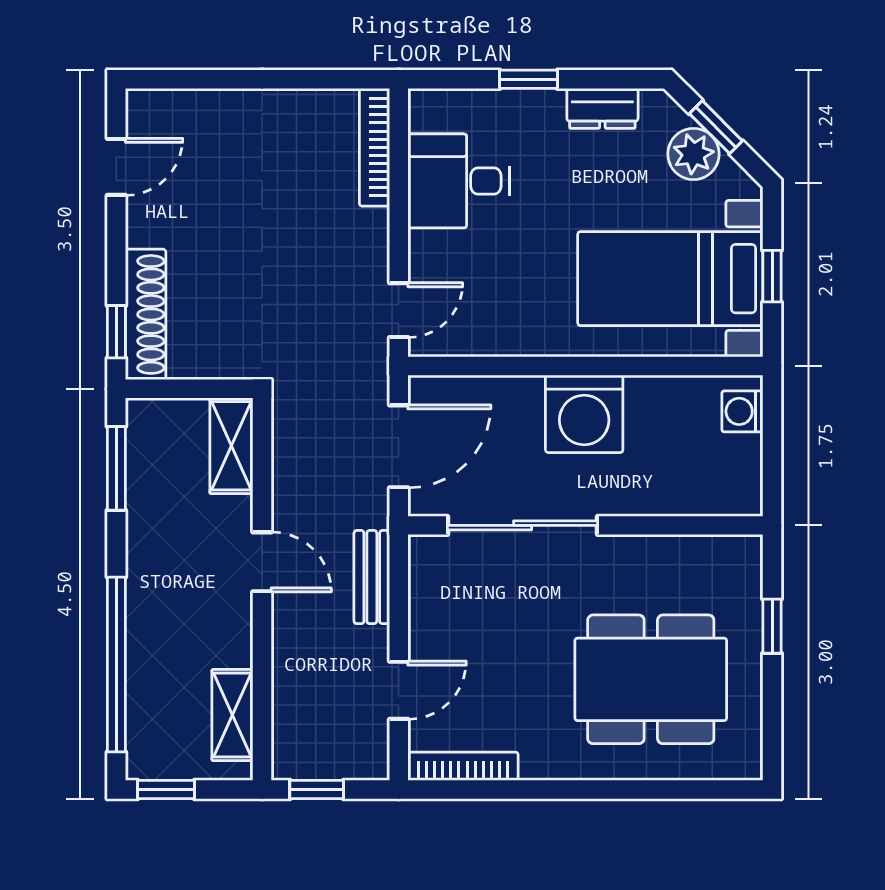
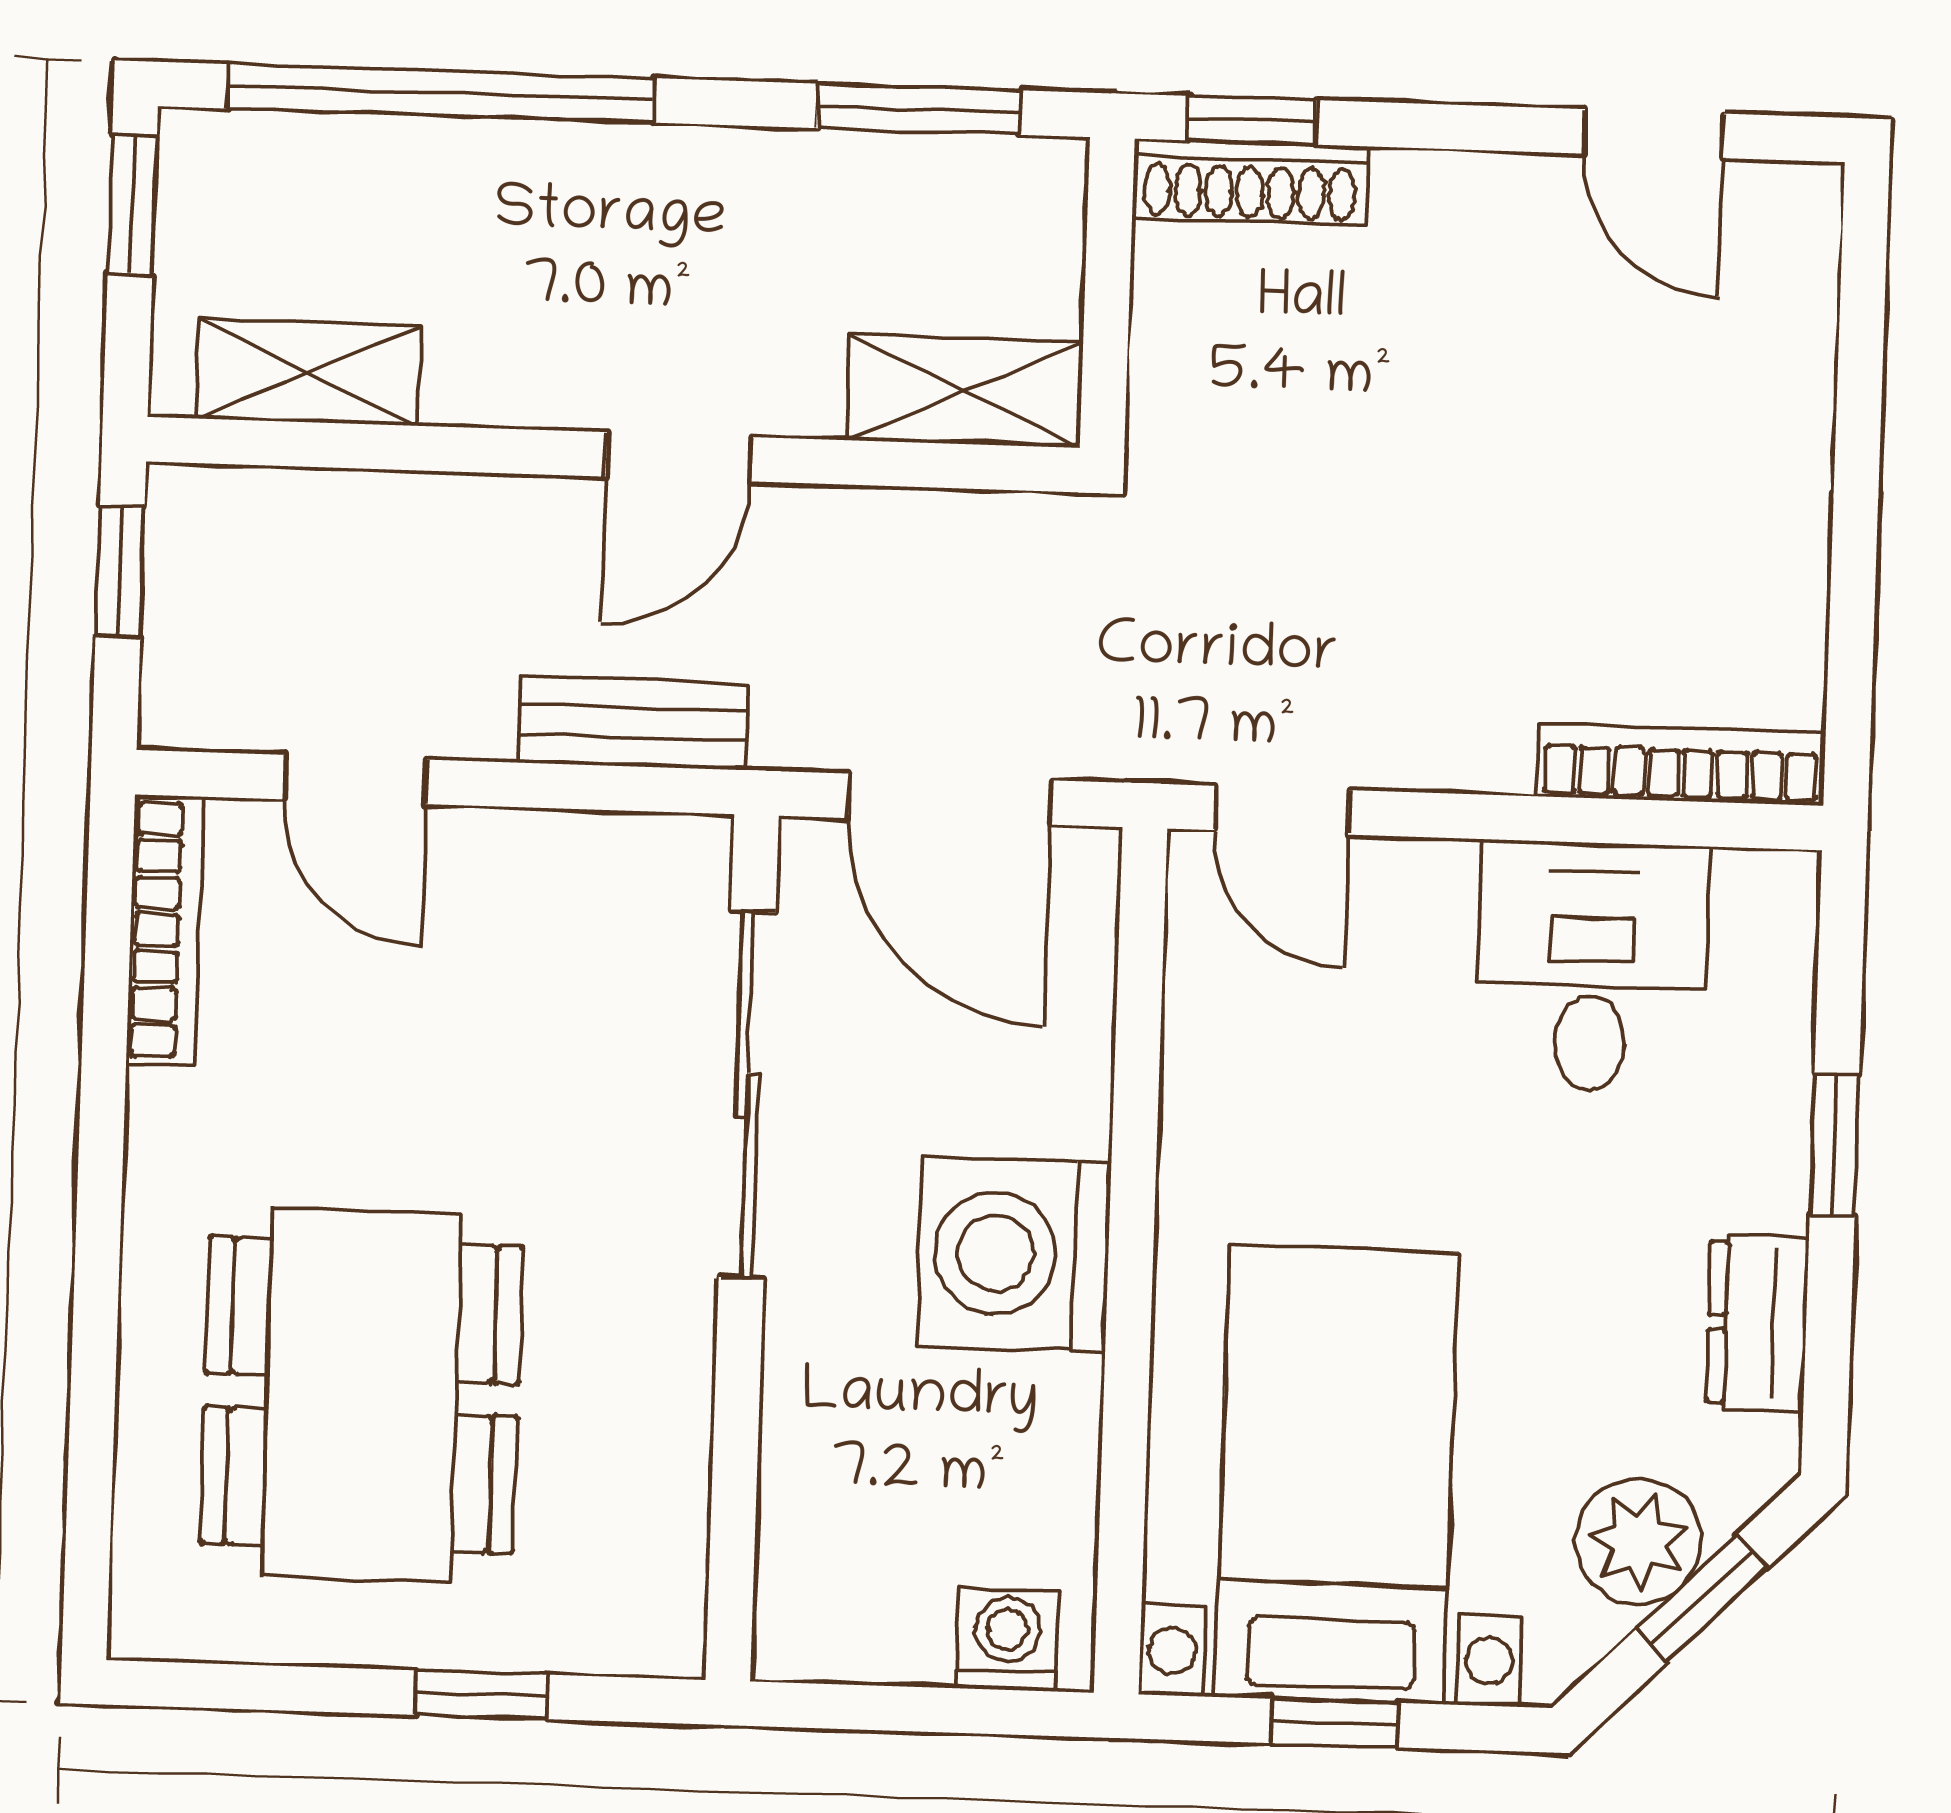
shoe rack: (146, 314) -> (1250, 182), width x0.74, depth x0.81

